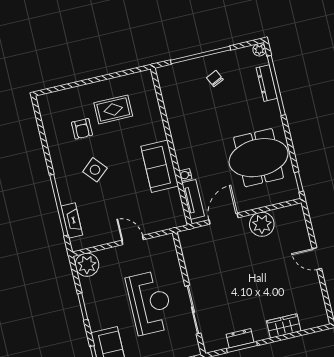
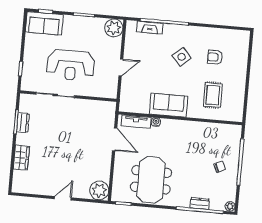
dresser: (267, 83) -> (200, 203), width x0.70
rug: (113, 109) -> (213, 95), moved
plant: (262, 224) -> (99, 190), moved

